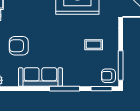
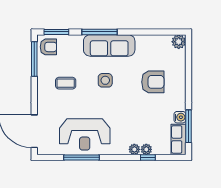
side table: (60, 47) -> (105, 80), added
sofa: (40, 77) -> (109, 45), moved

